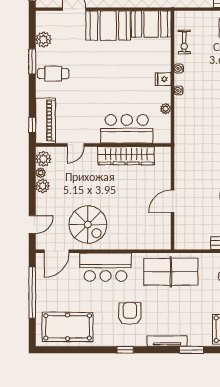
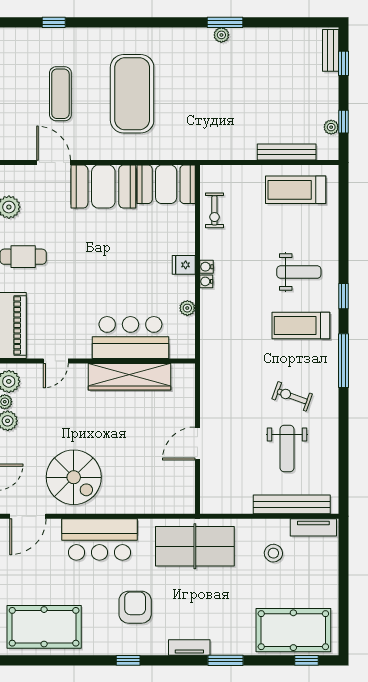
water cooler: (179, 68) -> (206, 267), moved
tv unit: (167, 341) -> (189, 648), width x0.71

